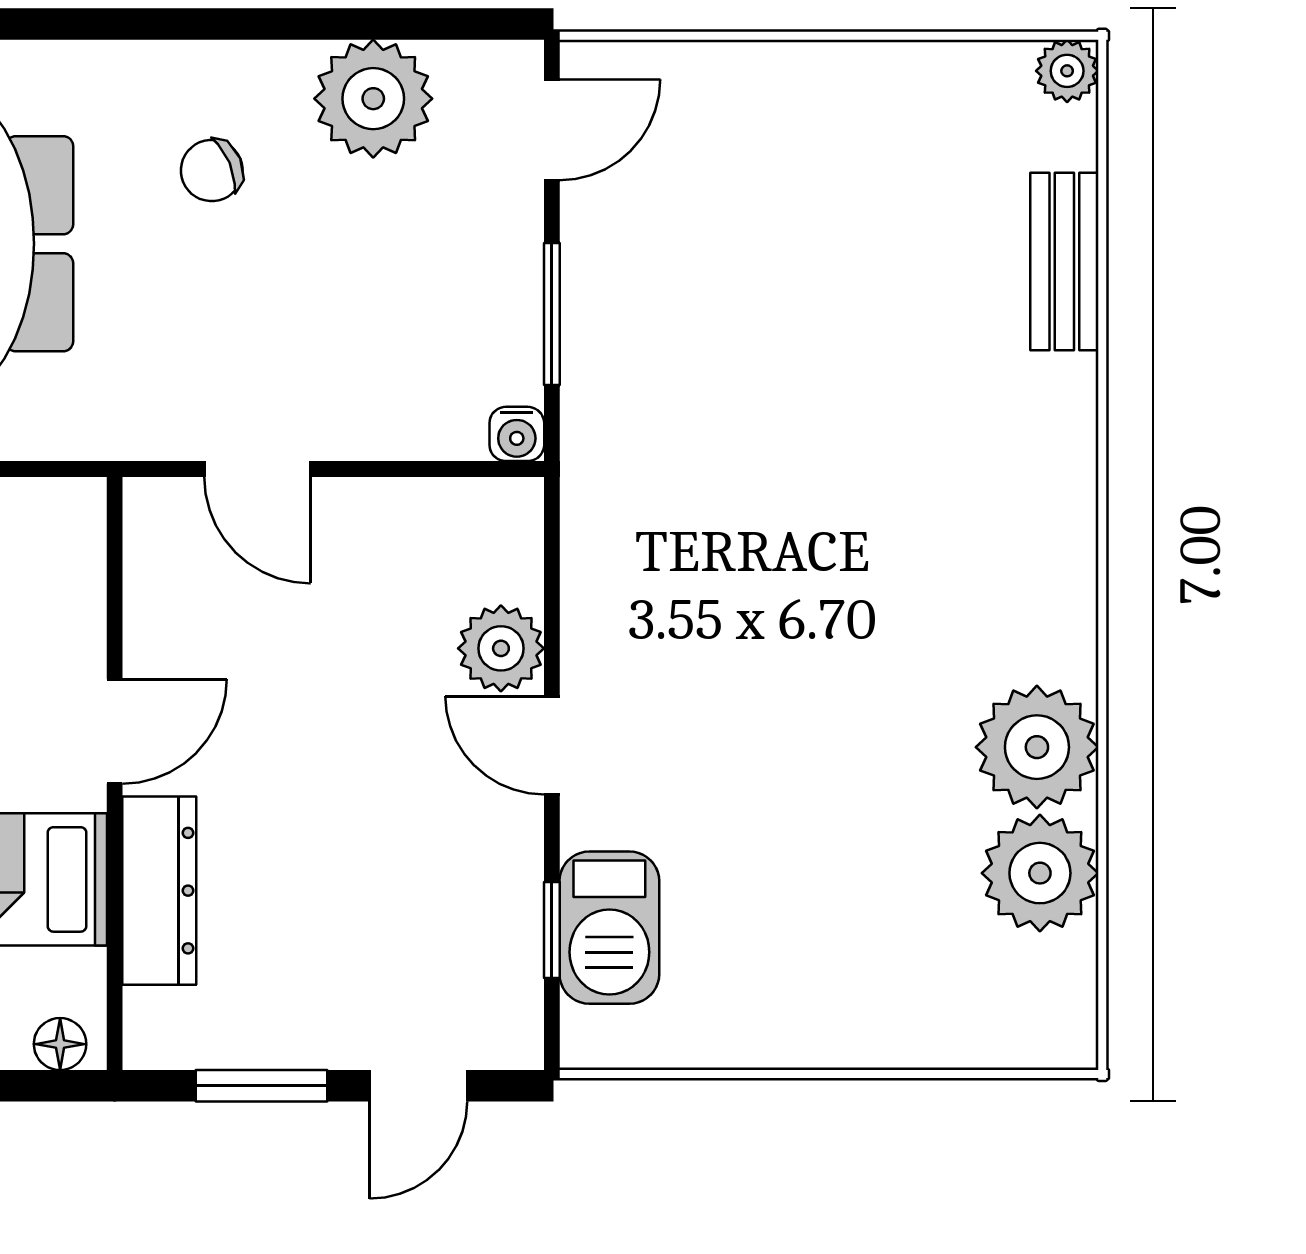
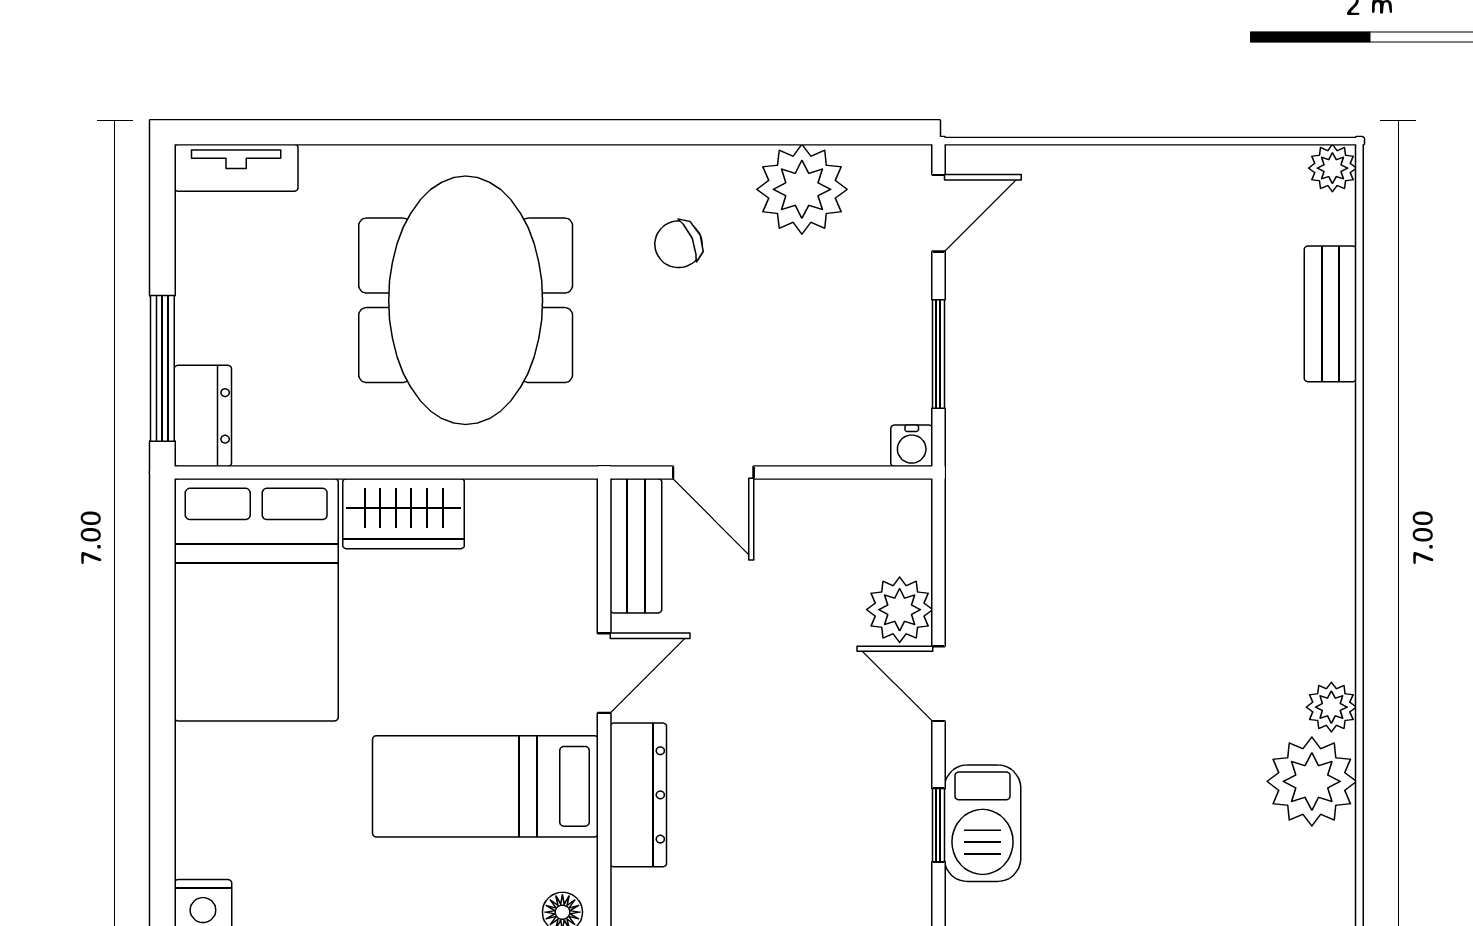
bench: (156, 565) -> (636, 546), added
plant: (1037, 747) -> (1331, 707), width x0.53, depth x0.53

